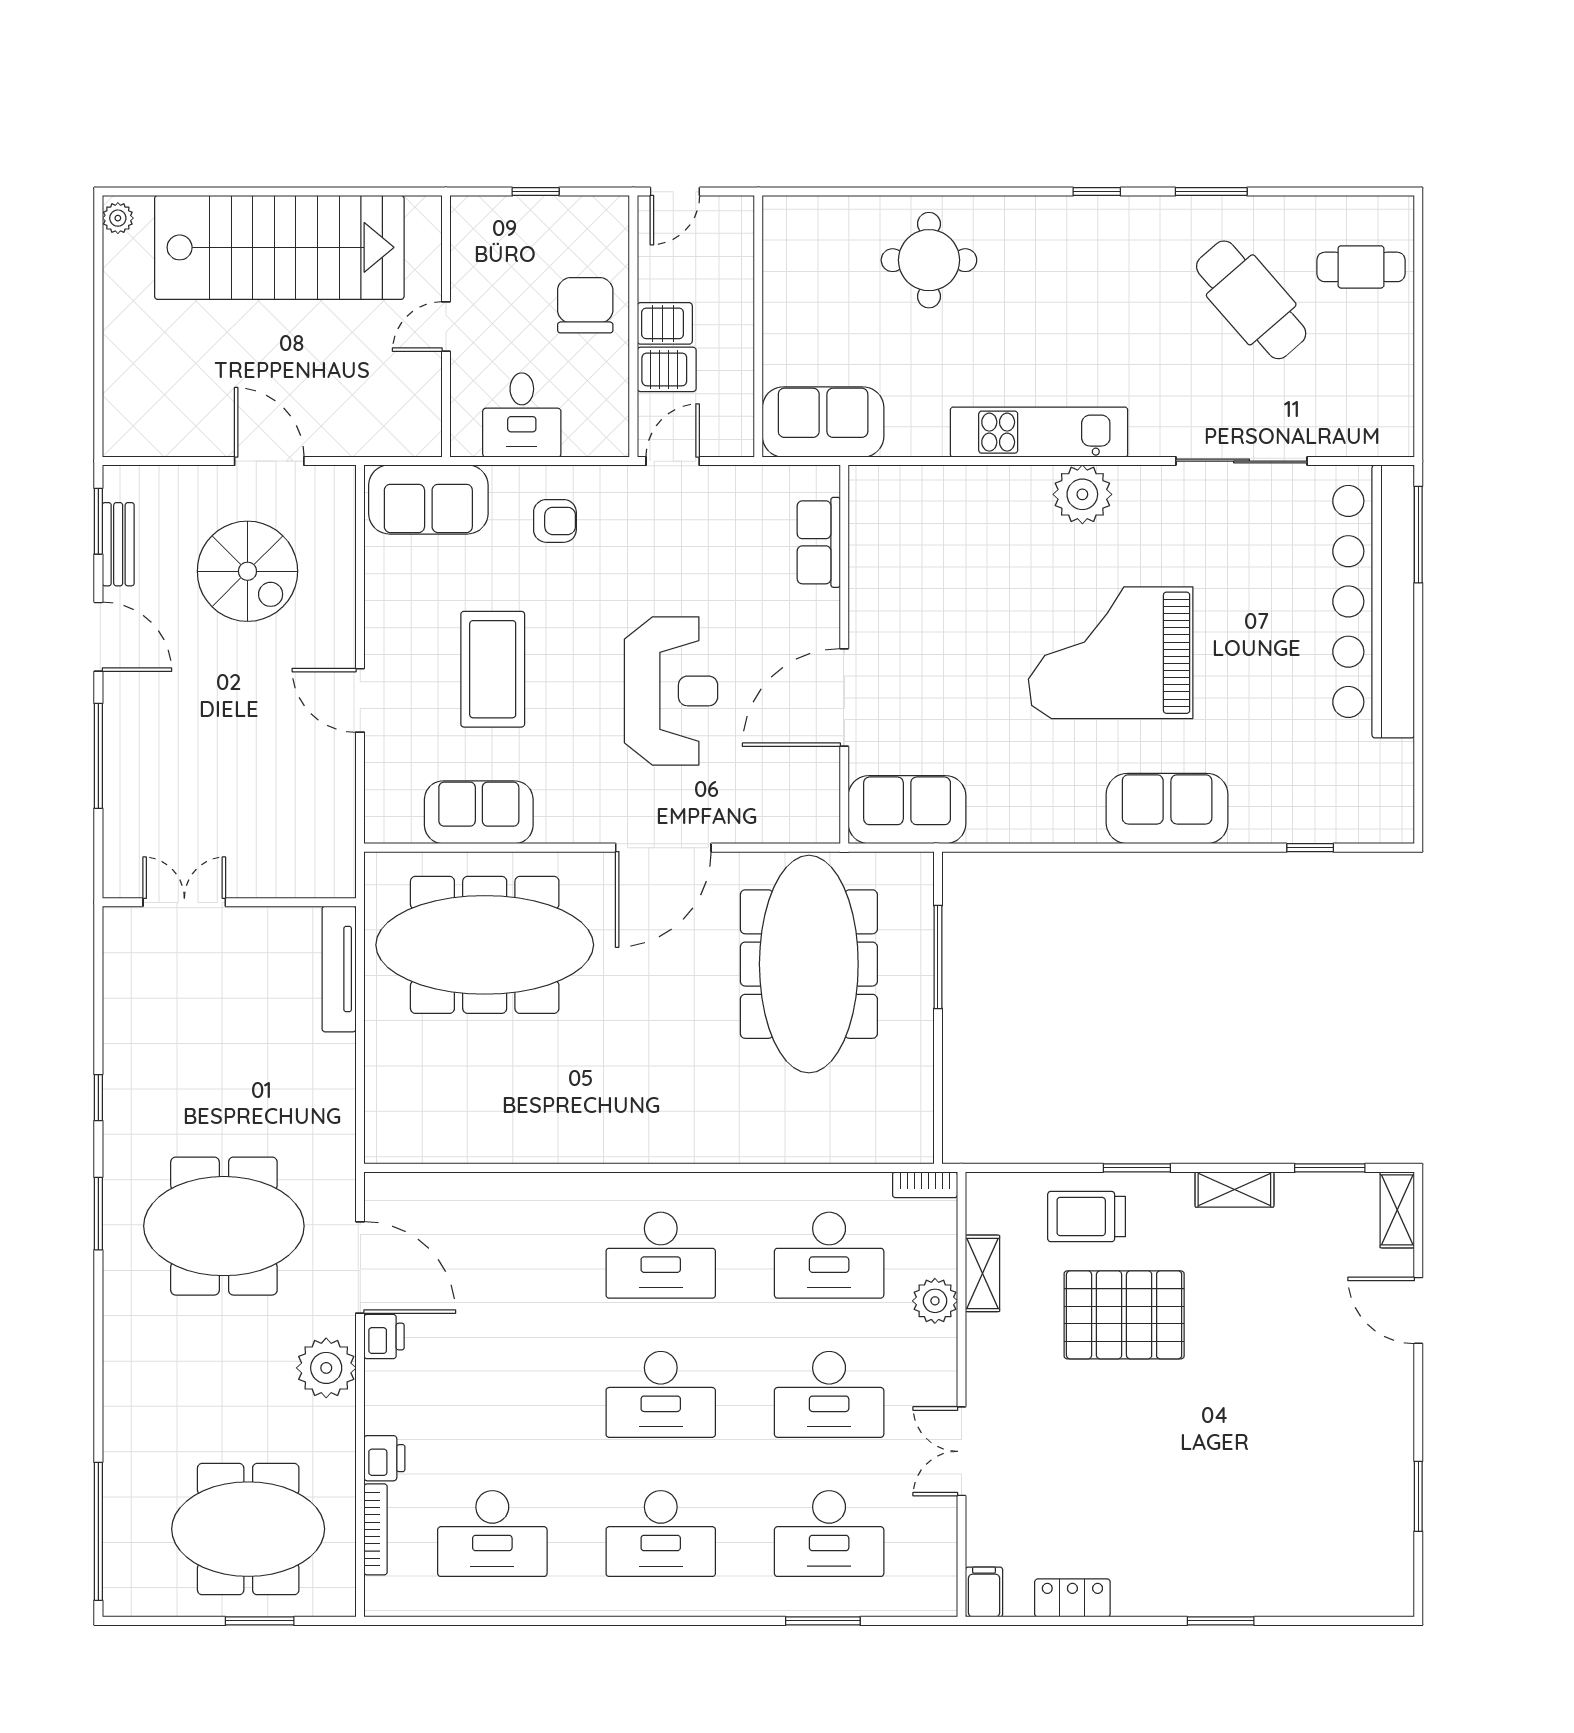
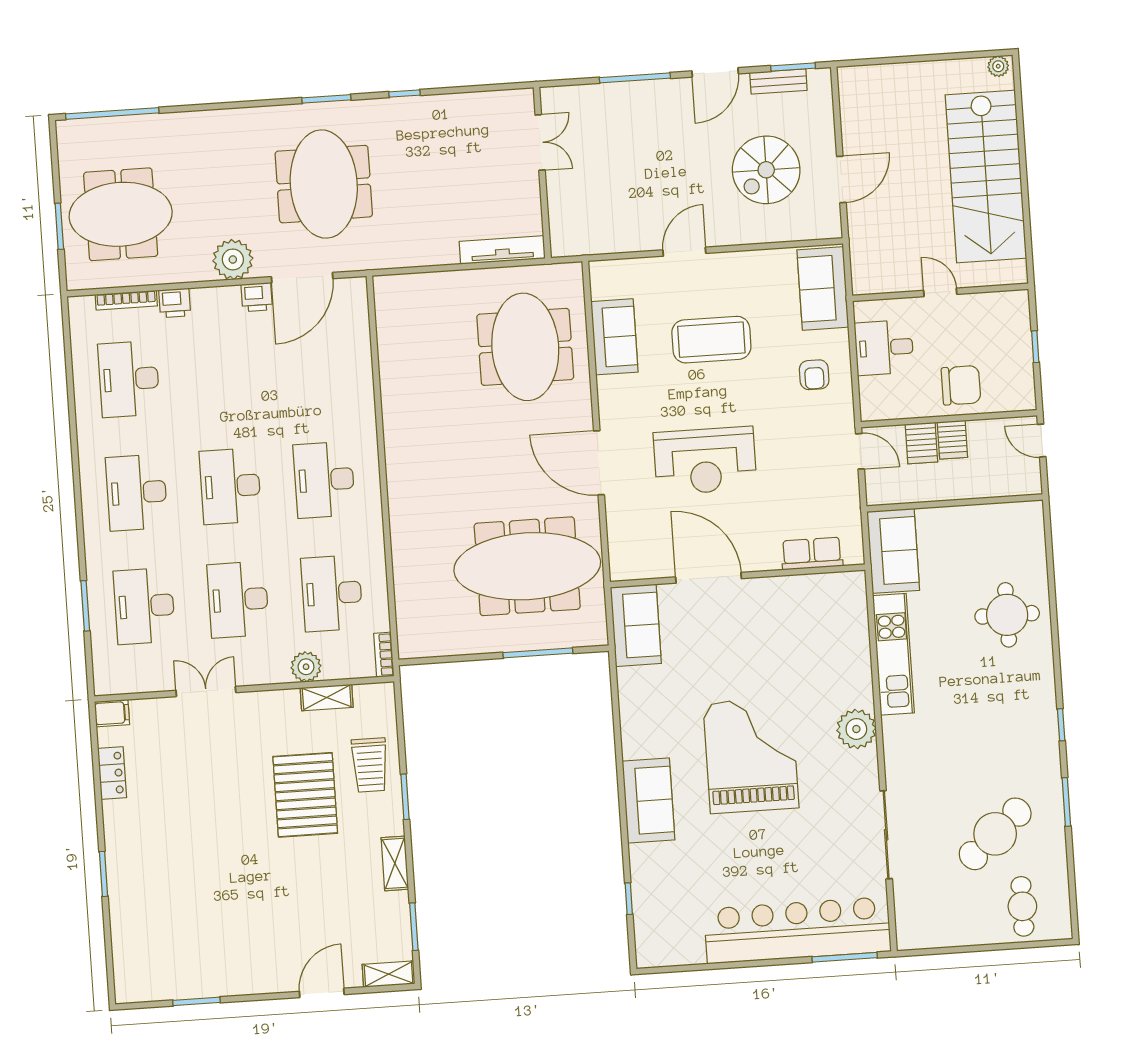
kitchen unit: (1039, 432) -> (893, 654), moved
meeting table: (485, 945) -> (525, 347), width x0.73
trolley: (1087, 1217) -> (370, 765), turned 180
meeting table: (248, 1529) -> (121, 214), turned 90

